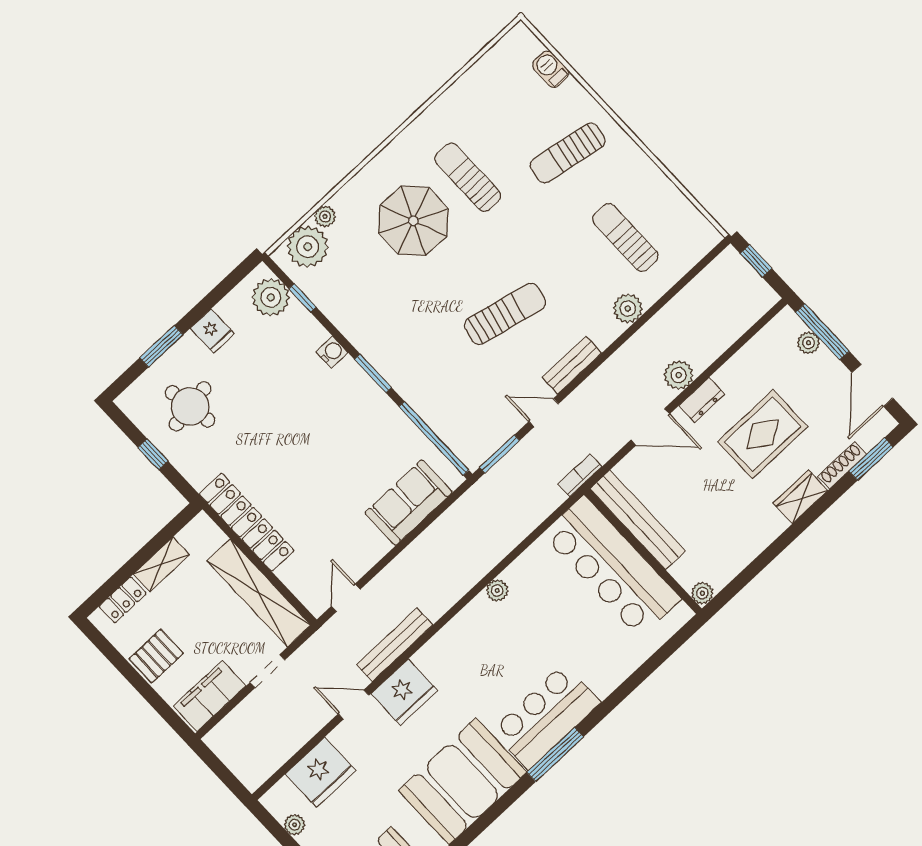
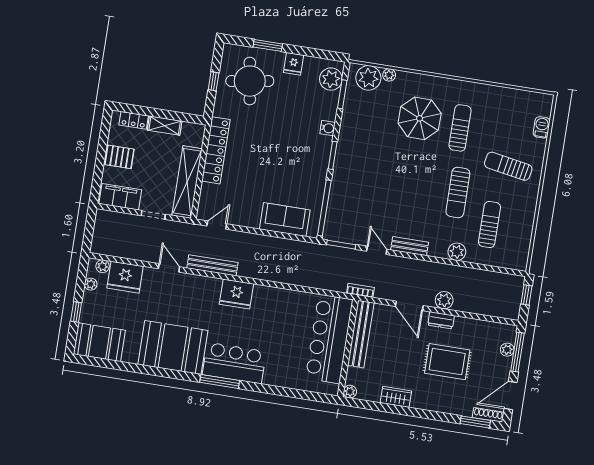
window: (302, 298) -> (342, 94), width x1.50
sun lounger: (505, 314) -> (458, 193), moved, turned 77
round table: (190, 406) -> (250, 81), width x1.36, depth x1.36
shoe rack: (842, 465) -> (488, 415), moved
wardrobe: (801, 497) -> (396, 397), moved
plant: (497, 590) -> (102, 266), moved
fridge: (404, 692) -> (236, 294), moved

